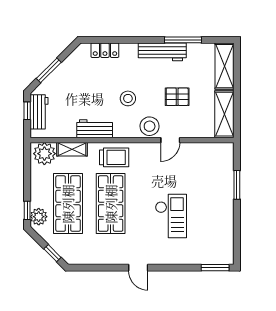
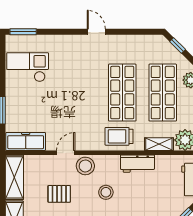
freezer: (212, 152) -> (26, 141), added
checkout: (171, 216) -> (28, 67), moved, turned 90

